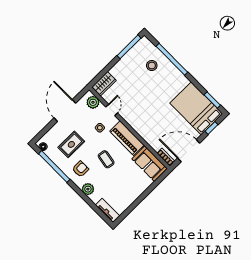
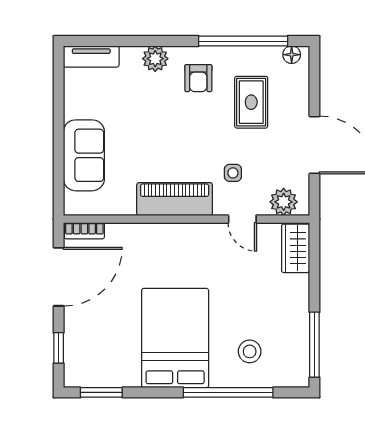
bed: (196, 108) -> (175, 338), moved, turned -90
coffee table: (106, 159) -> (174, 134), removed
sofa: (150, 164) -> (84, 155), moved, turned 90

